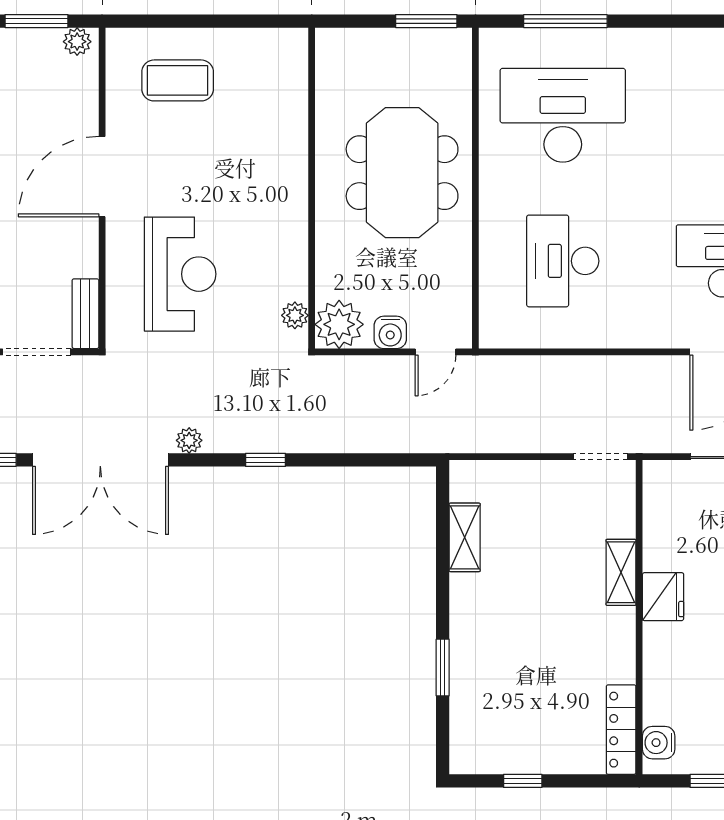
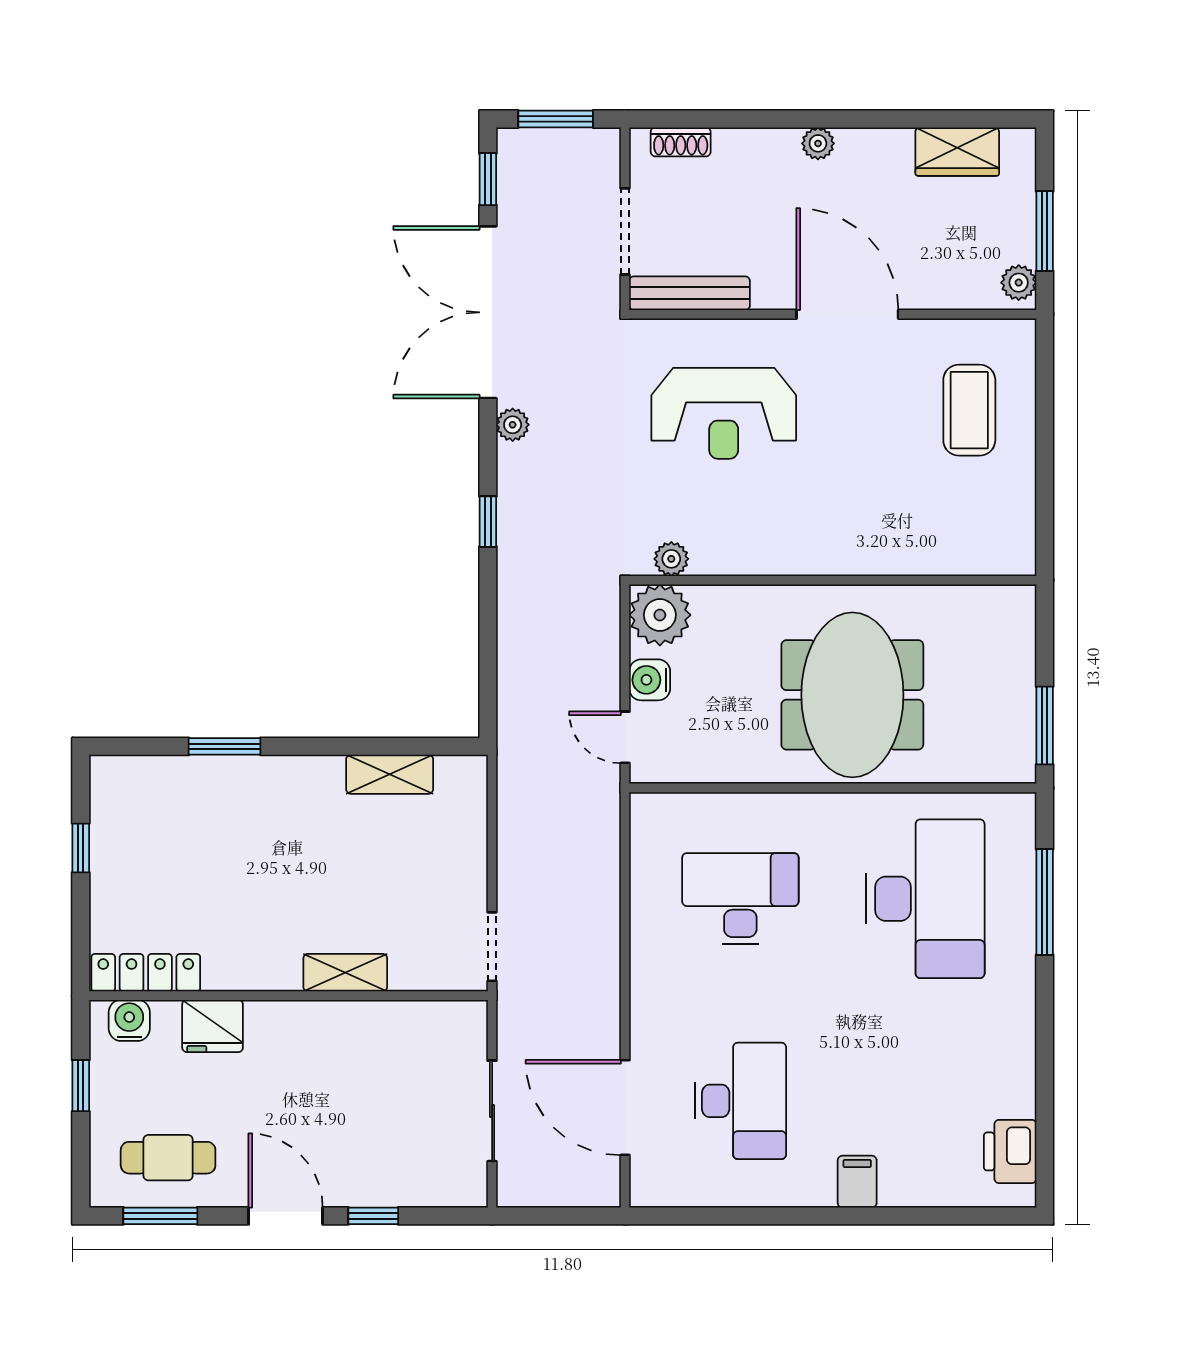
meeting table: (402, 173) -> (852, 695), turned 90
bench: (85, 314) -> (689, 293), width x1.36
fridge: (663, 597) -> (213, 1026), moved

